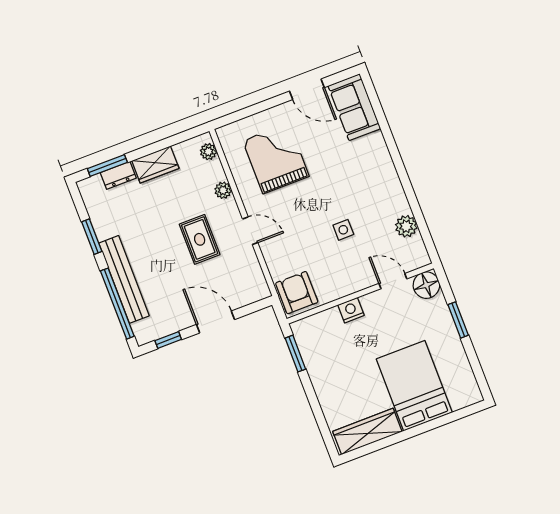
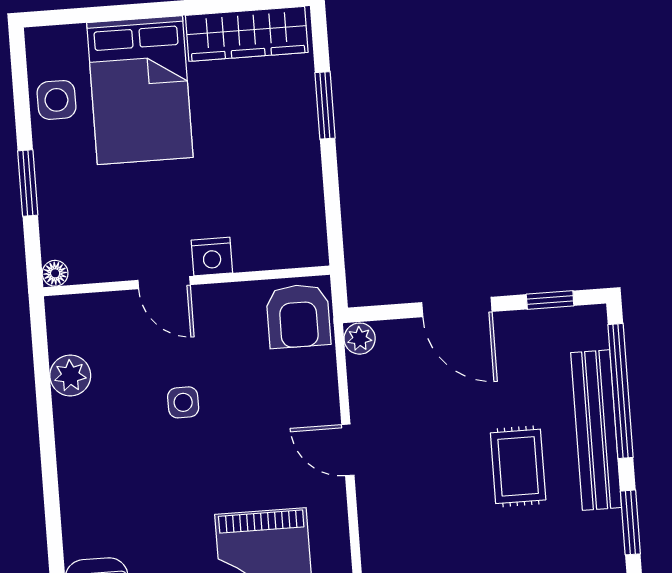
plant: (223, 190) -> (360, 339), moved
rug: (200, 239) -> (518, 466), moved
door: (393, 281) -> (164, 283), moved
floor lamp: (426, 285) -> (55, 273), width x0.53, depth x0.53
window: (295, 354) -> (325, 105), moved
side table: (456, 368) -> (56, 100), added

